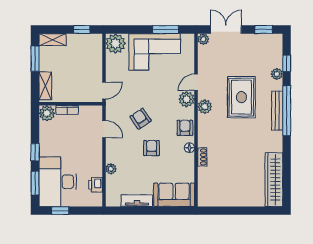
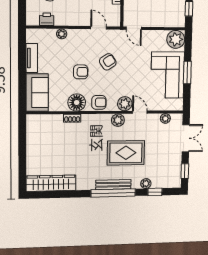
window: (166, 29) -> (187, 73), moved
plant: (203, 39) -> (165, 118), moved
door: (104, 129) -> (99, 28), swing flipped
floor lamp: (189, 148) -> (77, 102), width x1.89, depth x1.89

